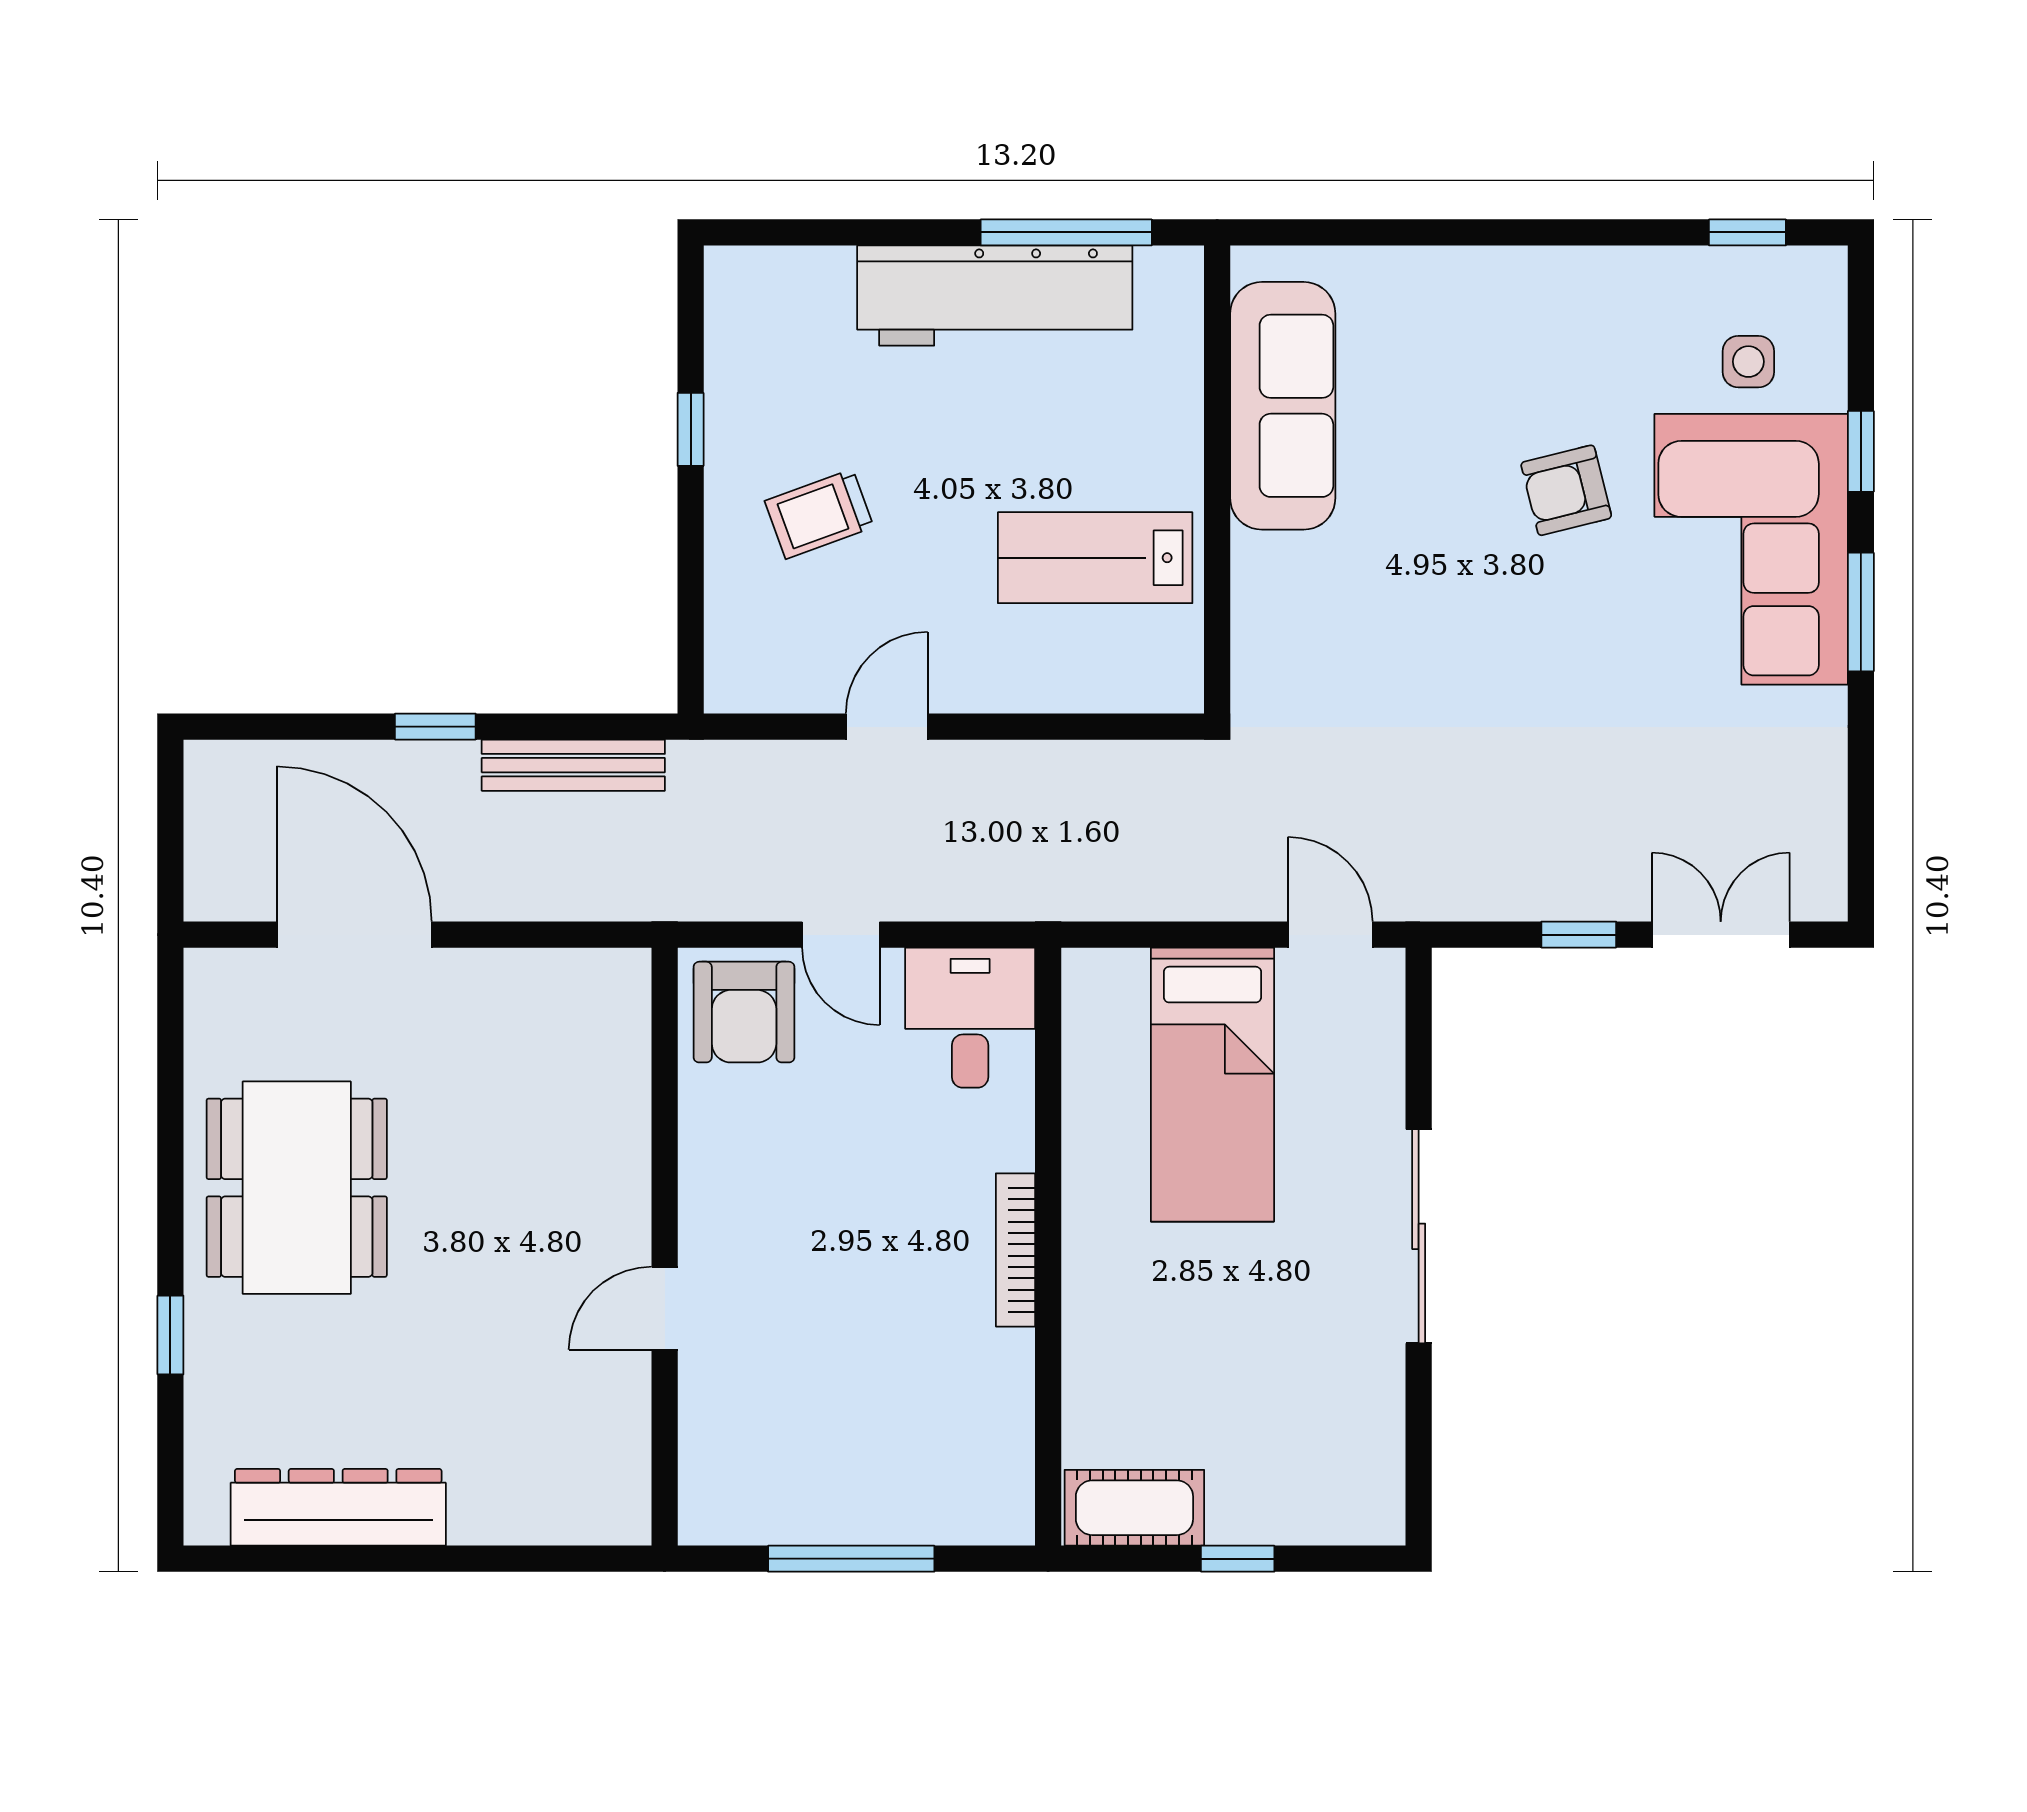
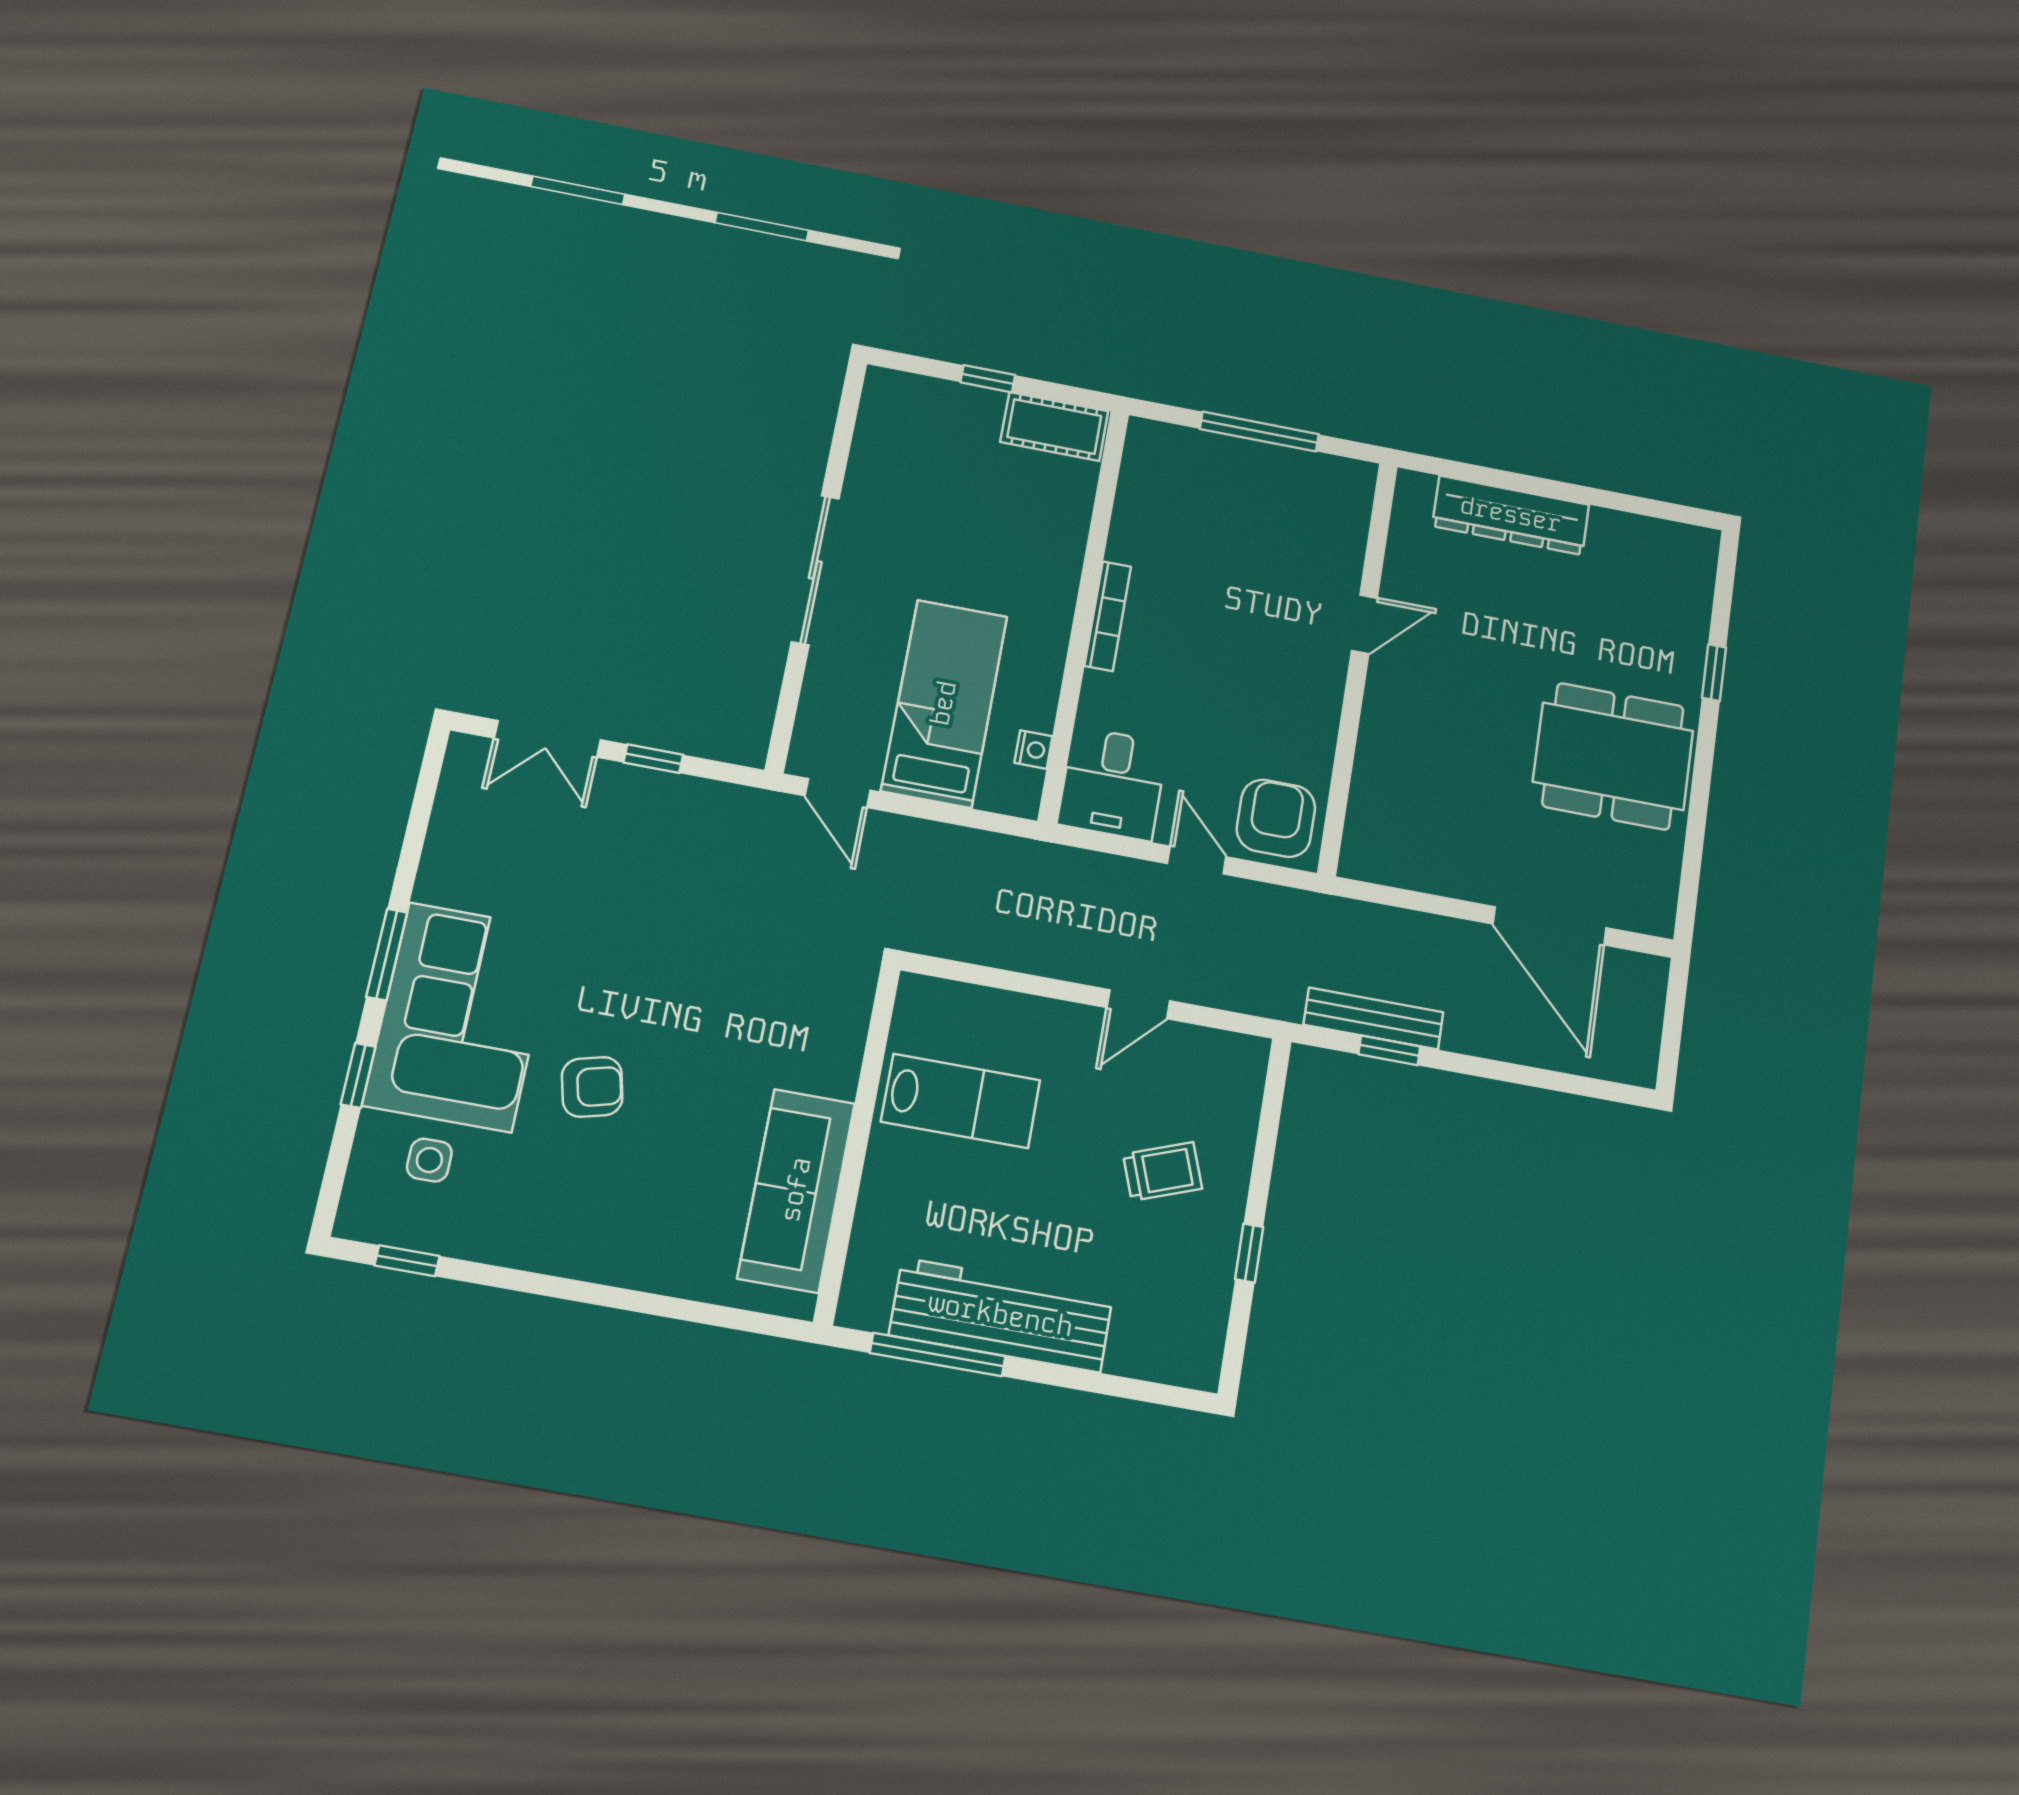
window: (435, 727) -> (1389, 1050), moved
nightstand: (1083, 1044) -> (1033, 750), added
dining table: (297, 1188) -> (1613, 756), turned 90
dresser: (338, 1507) -> (1511, 515), moved

